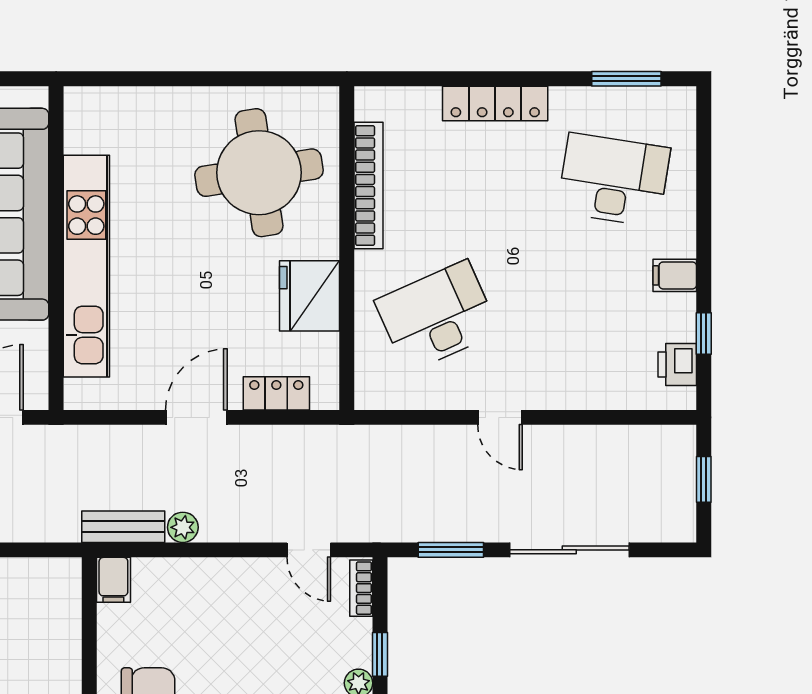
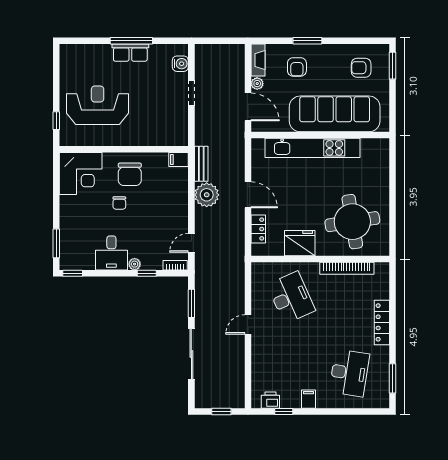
plant: (183, 527) -> (207, 195), width x1.88, depth x1.88

